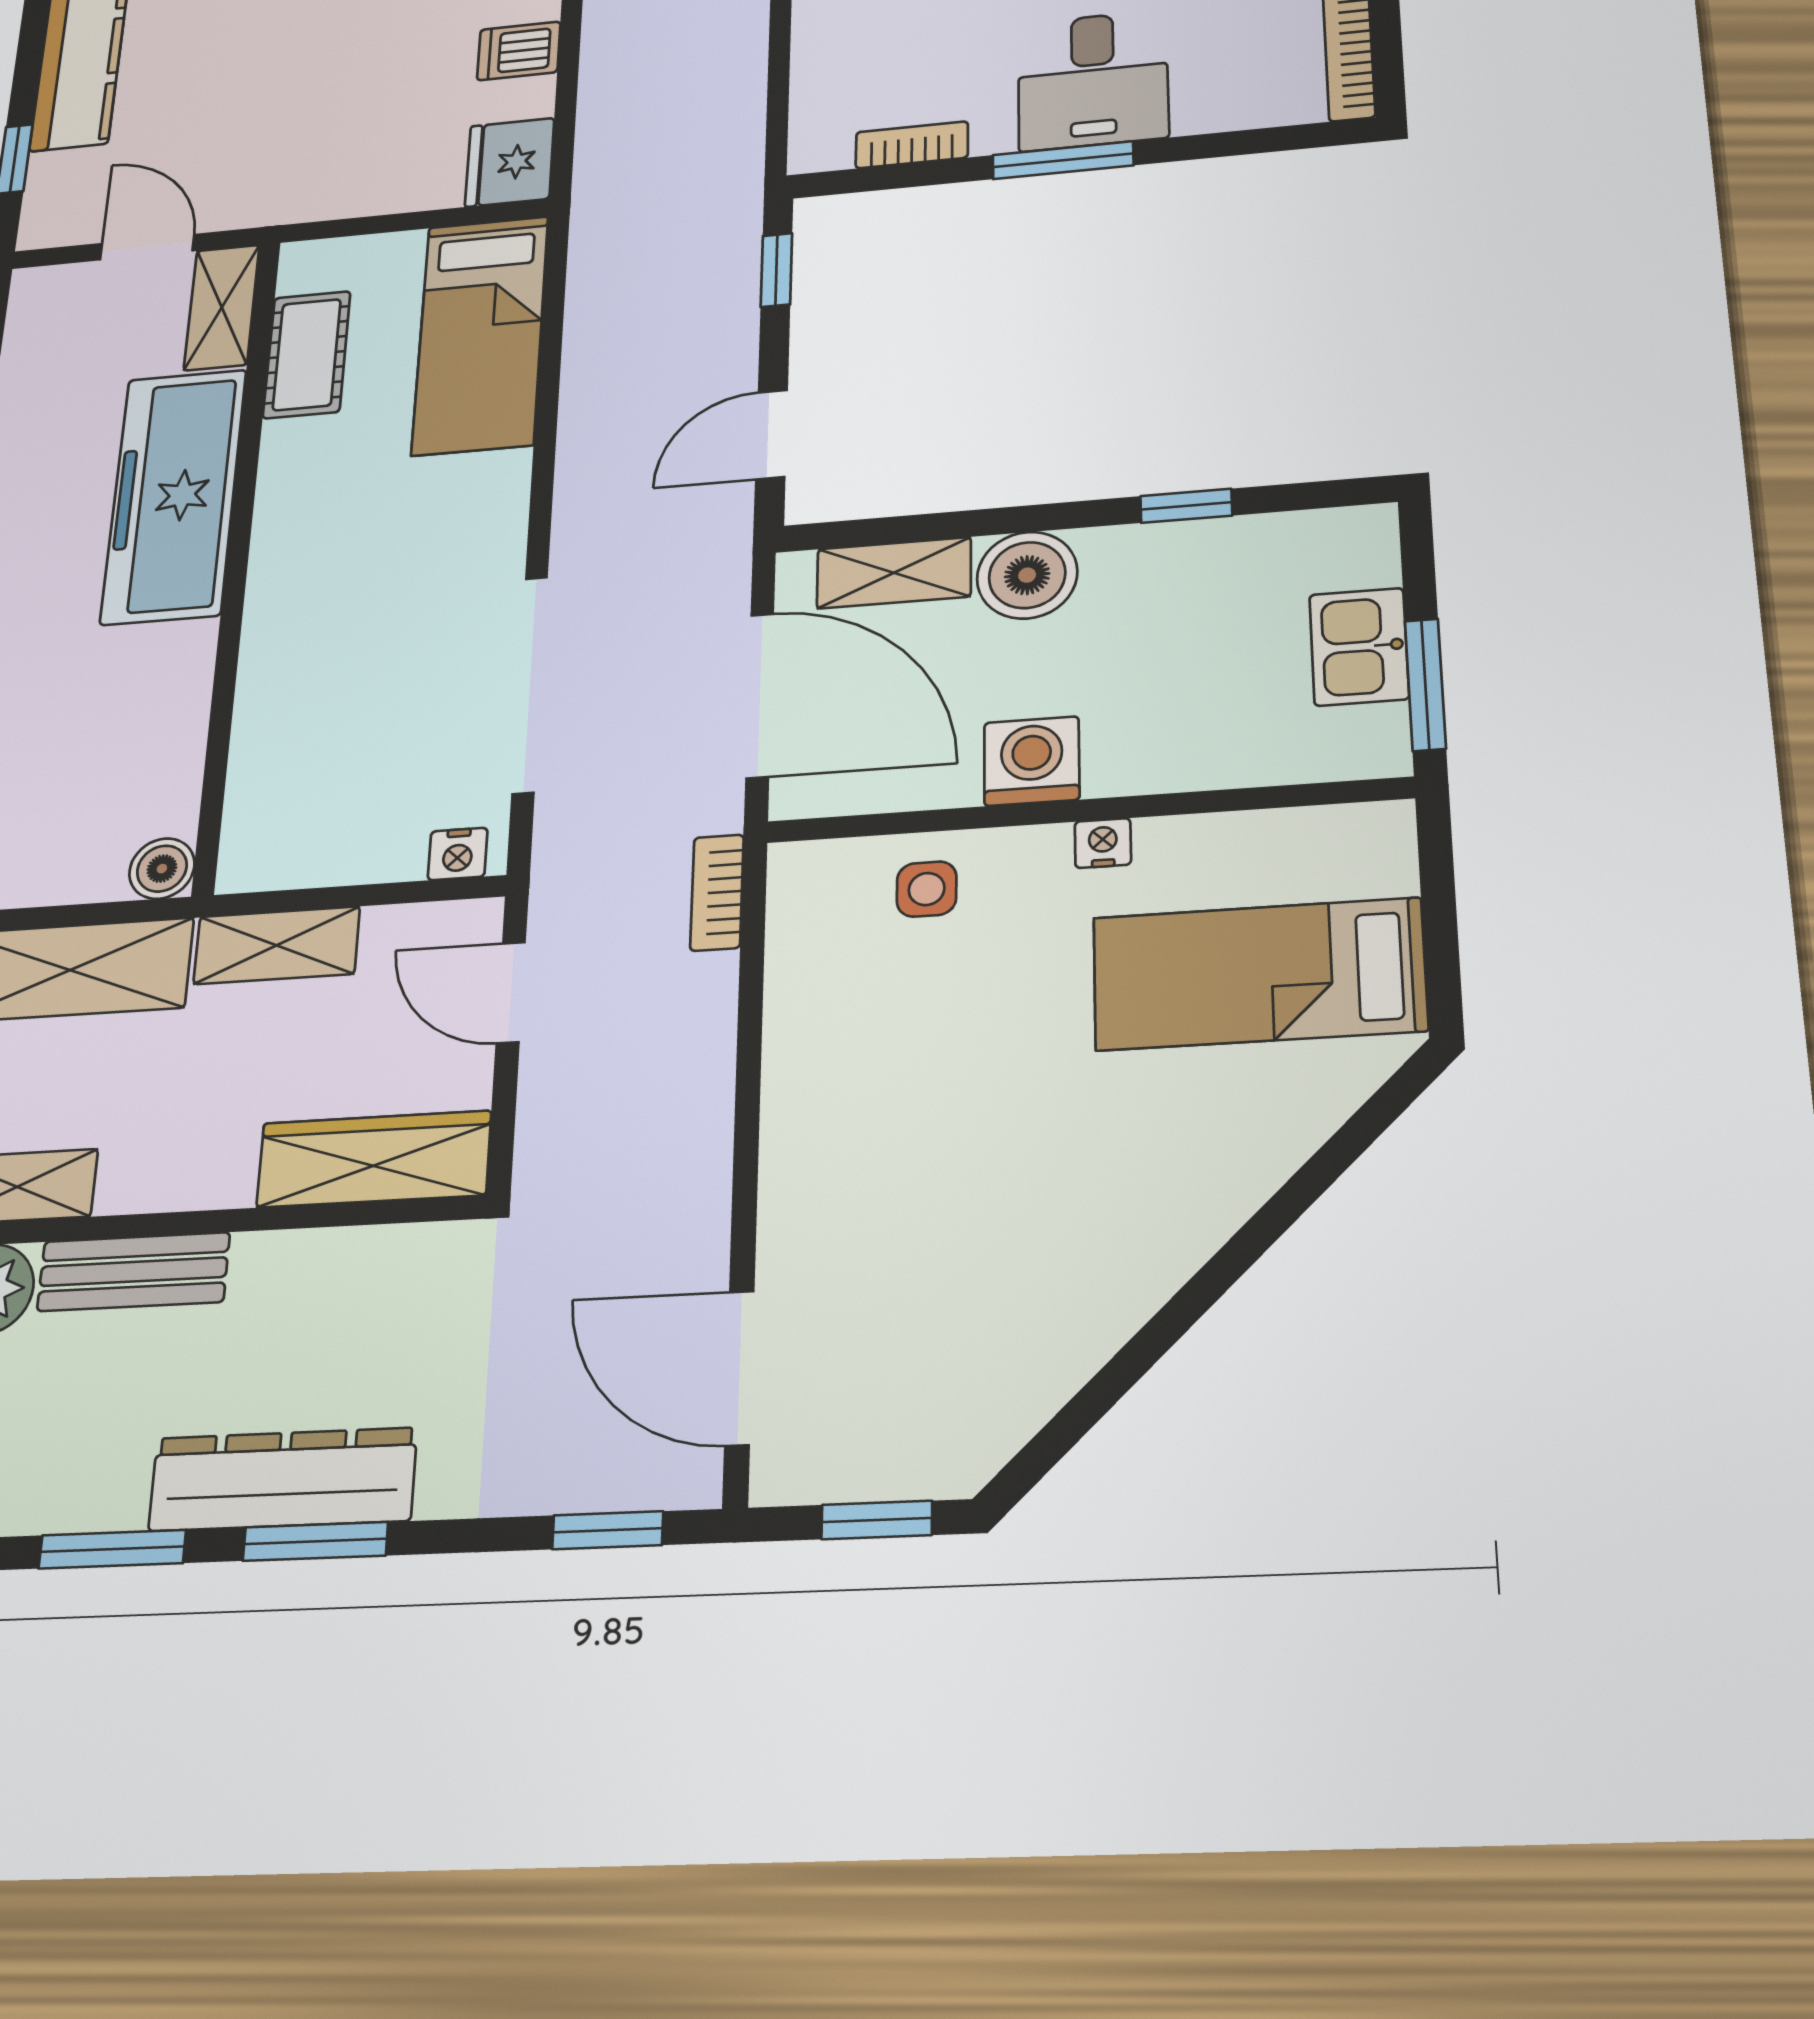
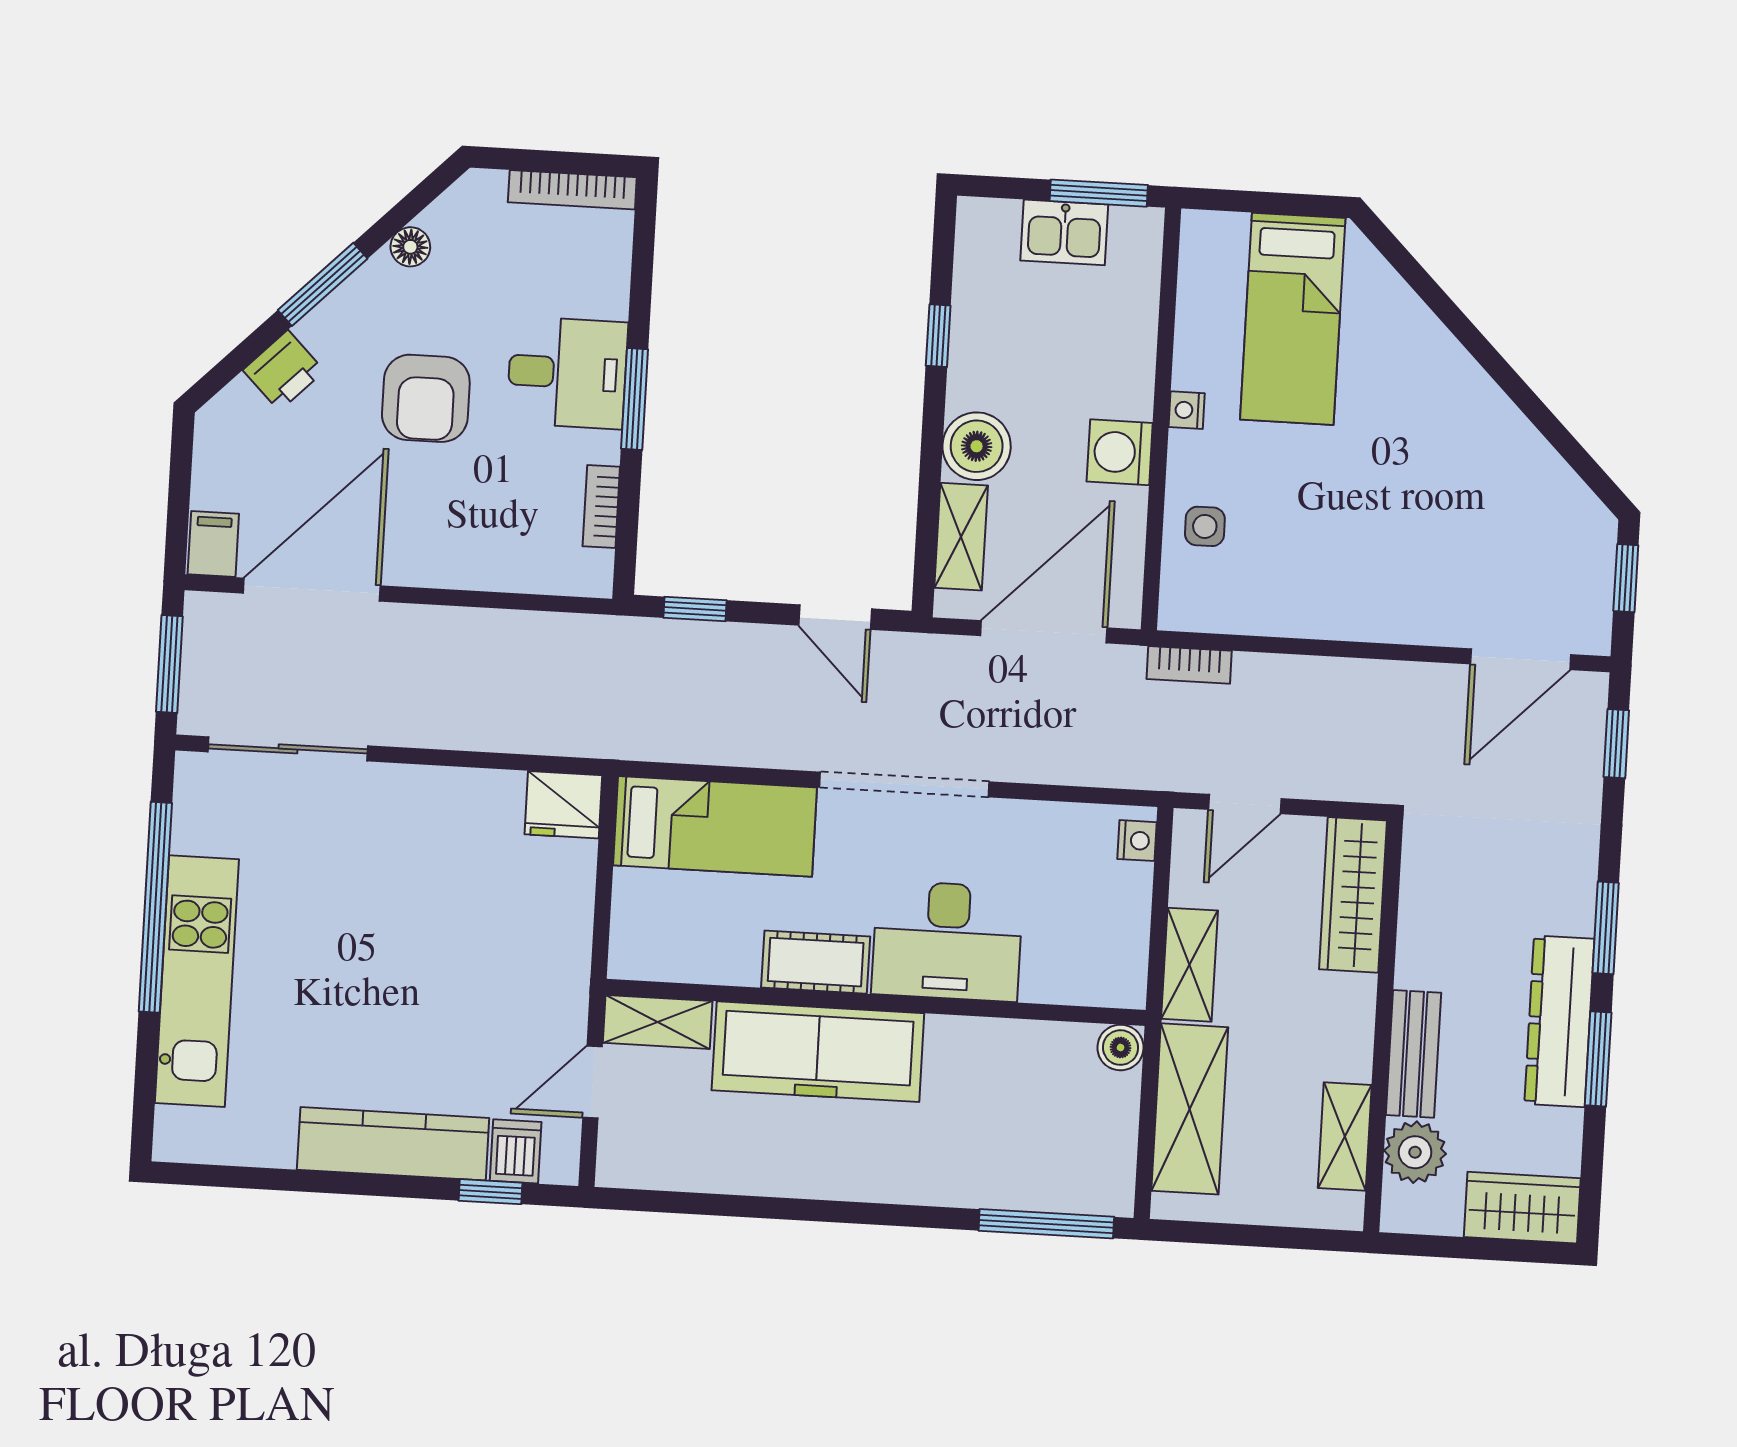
dishwasher: (519, 51) -> (516, 1151), moved, turned 180
cot: (307, 355) -> (816, 962), moved
desk: (319, 631) -> (947, 941), added
doorway: (530, 684) -> (904, 784), moved
dresser: (283, 1479) -> (1559, 1021), moved

